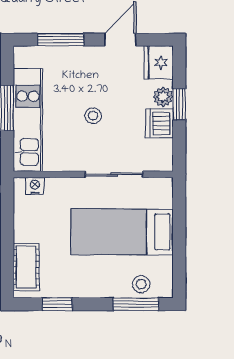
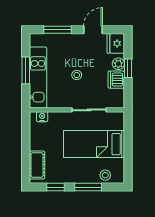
window: (136, 304) -> (88, 187), moved

